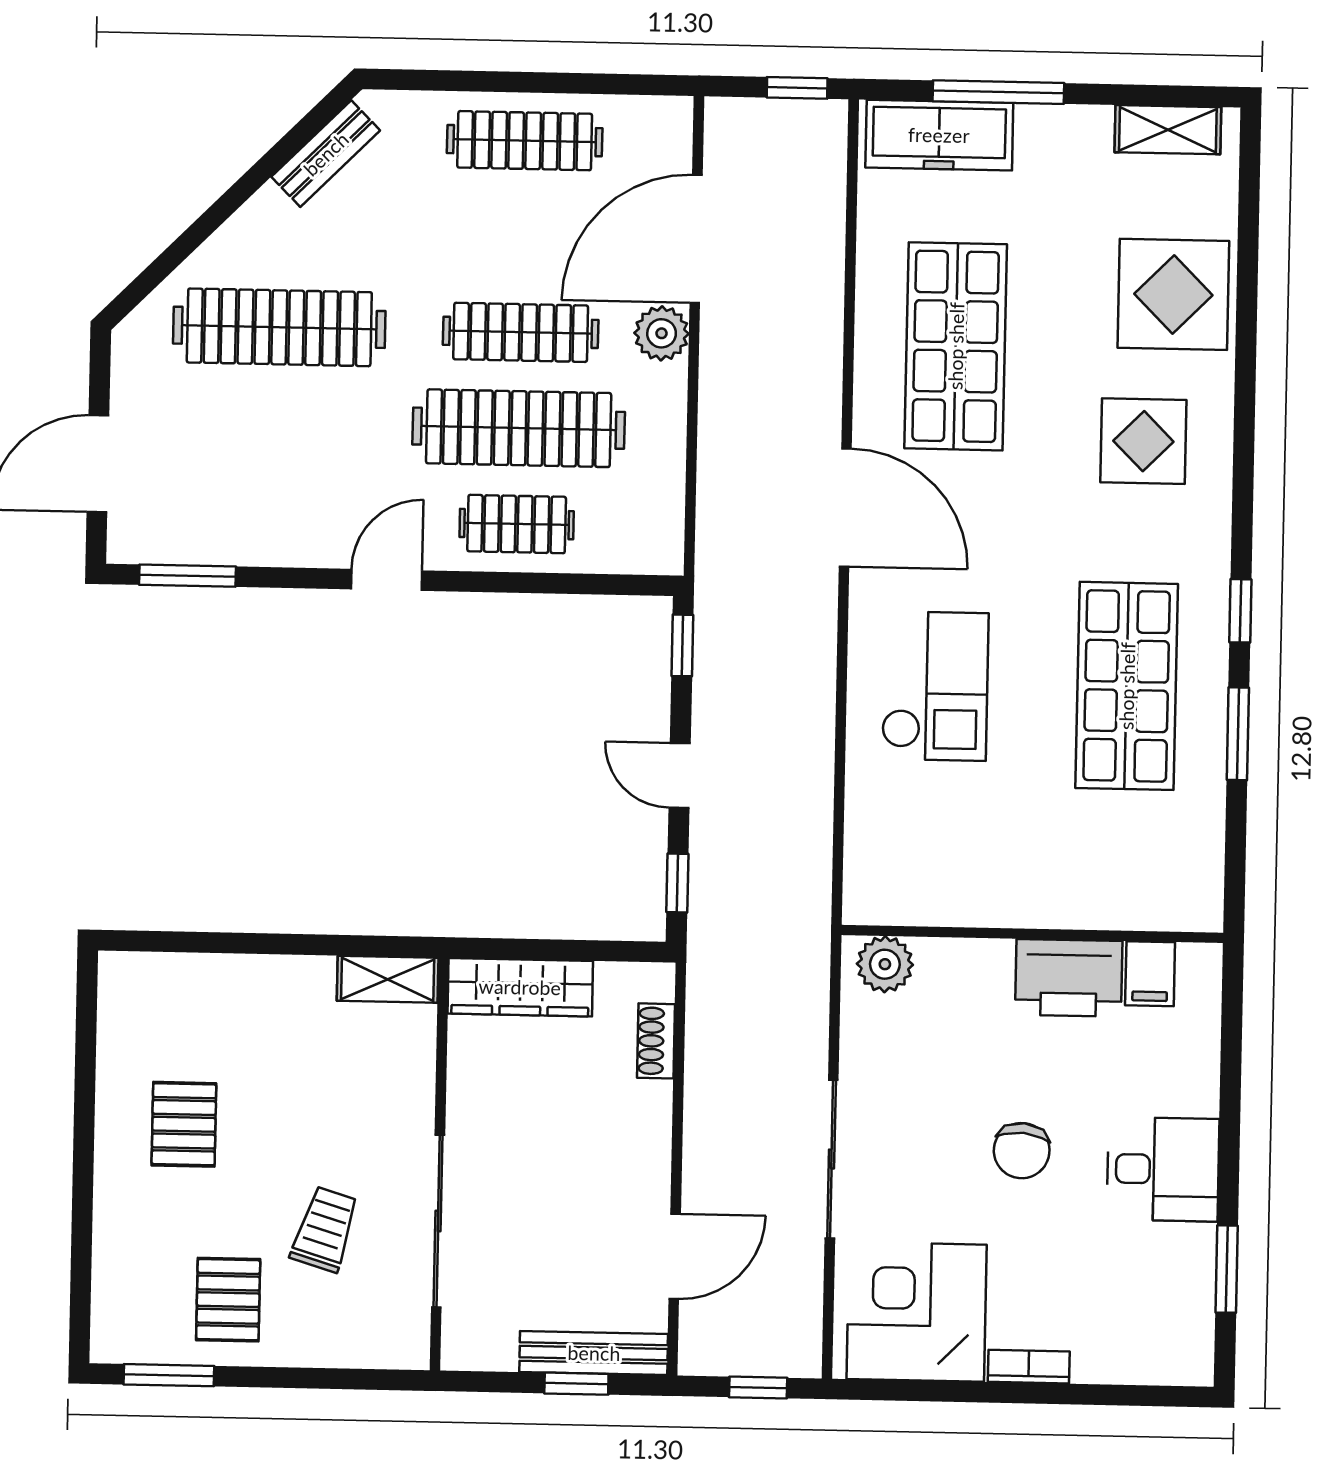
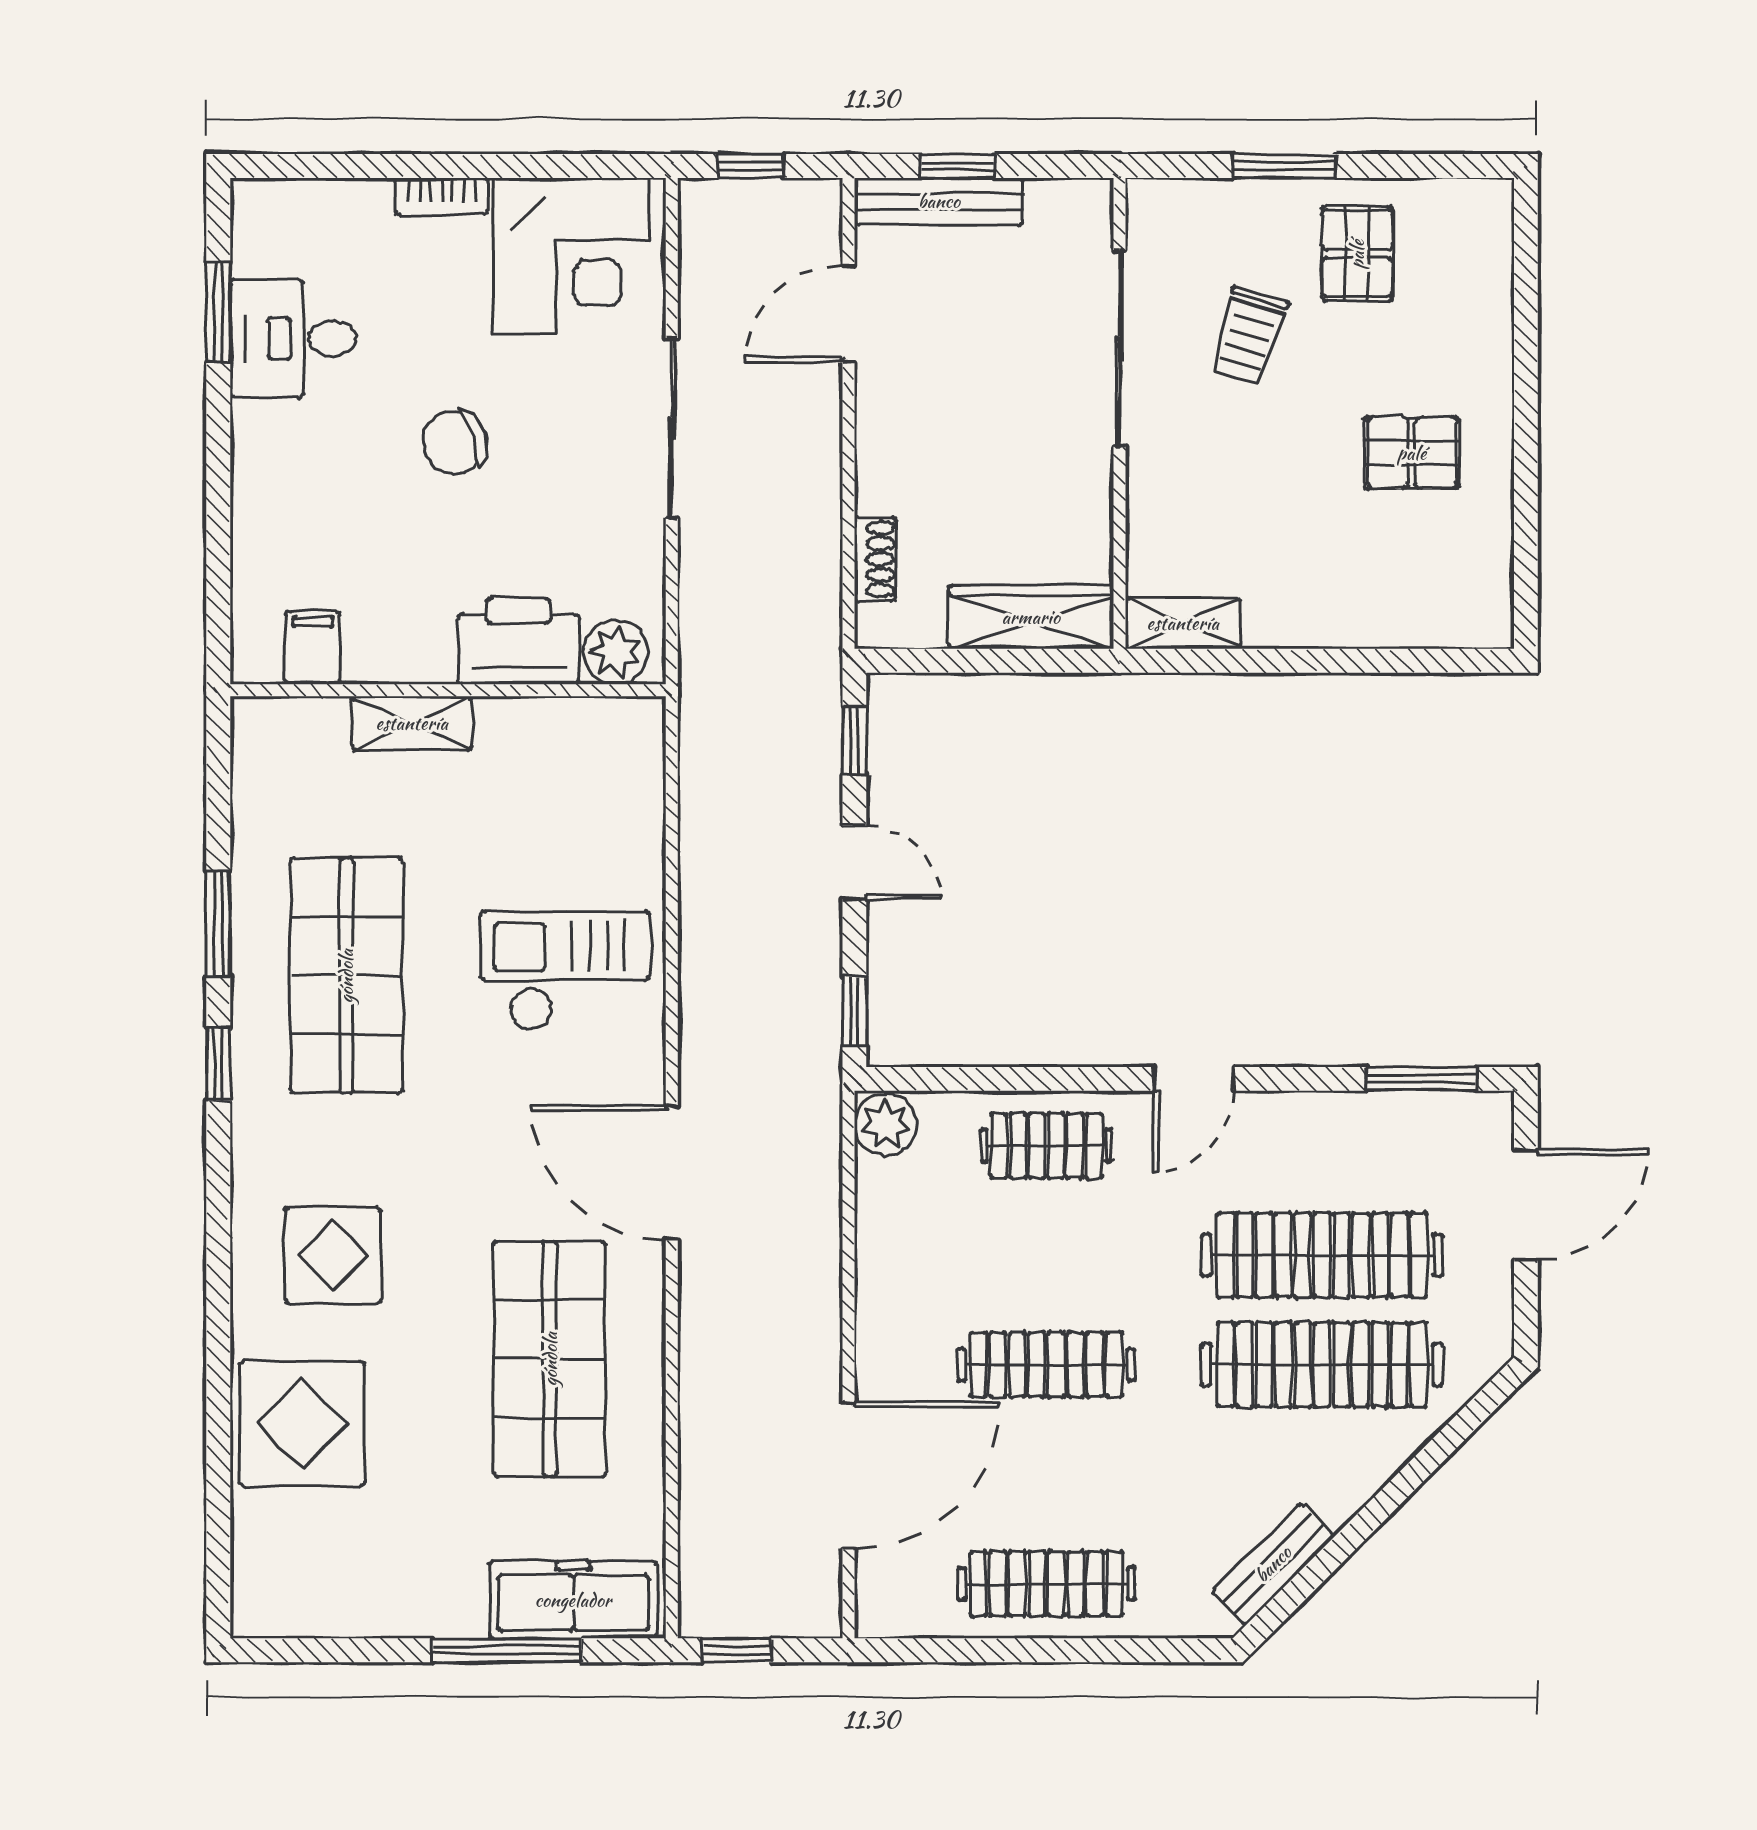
shelving: (1168, 130) -> (412, 723), moved
plant: (662, 333) -> (886, 1124), moved
clothes rail: (519, 428) -> (1322, 1255), moved
checkout: (935, 686) -> (565, 971), turned 90
printer: (1069, 978) -> (518, 641), moved
pallet: (184, 1124) -> (1412, 453), turned 90
chair: (1022, 1151) -> (455, 443), turned -112
desk: (1163, 1169) -> (293, 339), moved
window: (169, 1375) -> (1284, 166), moved

